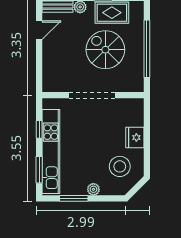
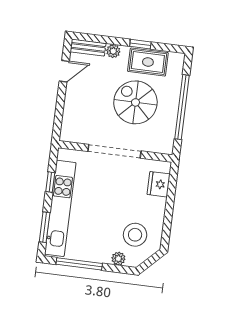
fridge: (135, 138) -> (159, 184), moved
plant: (93, 189) -> (118, 259), moved
window: (74, 198) -> (79, 264), width x1.44

